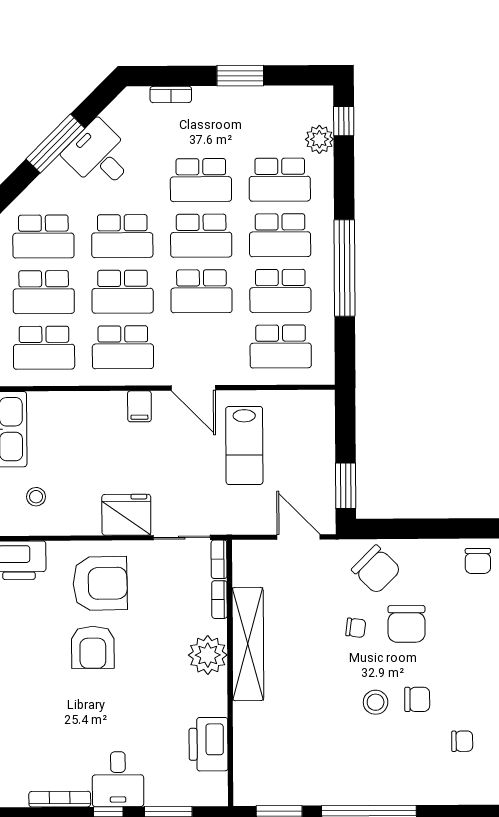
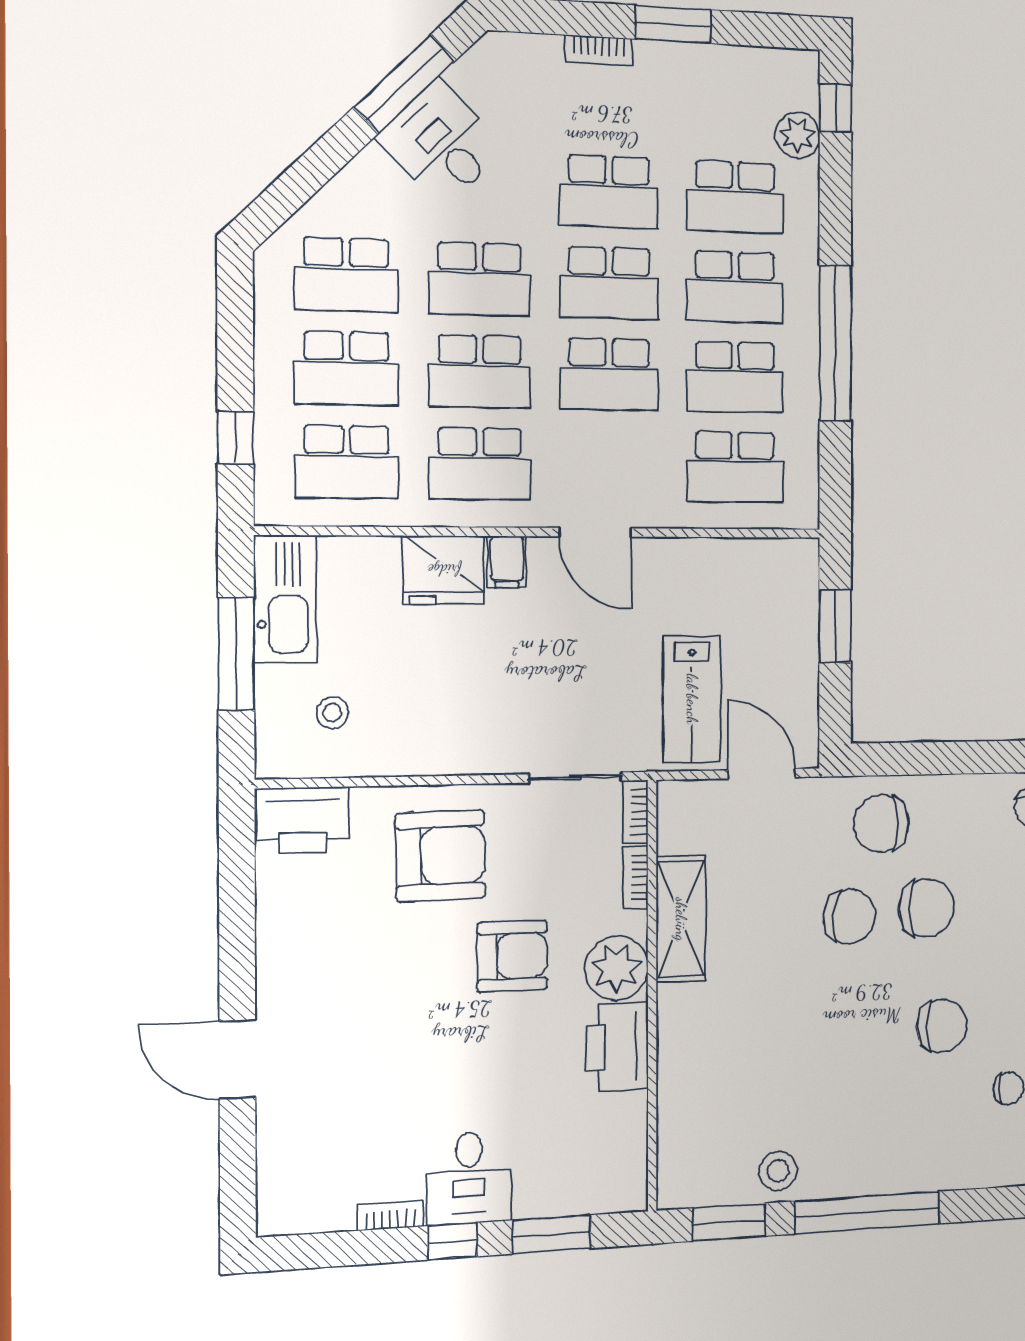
bookcase: (171, 94) -> (599, 50), moved
window: (55, 144) -> (404, 84), moved
lab bench: (244, 446) -> (692, 699), moved
window: (346, 486) -> (835, 626), moved
fridge: (126, 515) -> (444, 570), moved, turned 180
chair: (376, 570) -> (881, 823), turned 135
chair: (406, 624) -> (926, 908), turned -90
chair: (356, 628) -> (849, 916), width x1.87, depth x1.87
shelving: (248, 644) -> (681, 919), width x0.68
armchair: (93, 647) -> (512, 956), moved, turned -90
chair: (417, 699) -> (942, 1026), width x1.37, depth x1.37
stool: (376, 702) -> (778, 1171), moved
printer: (209, 744) -> (617, 1047), moved
bookcase: (60, 799) -> (390, 1216), width x0.64

